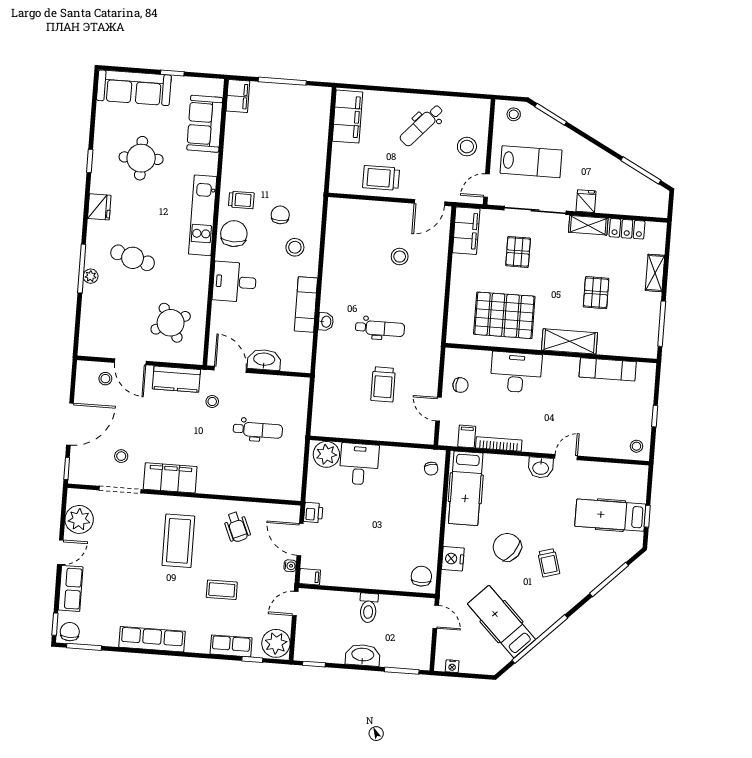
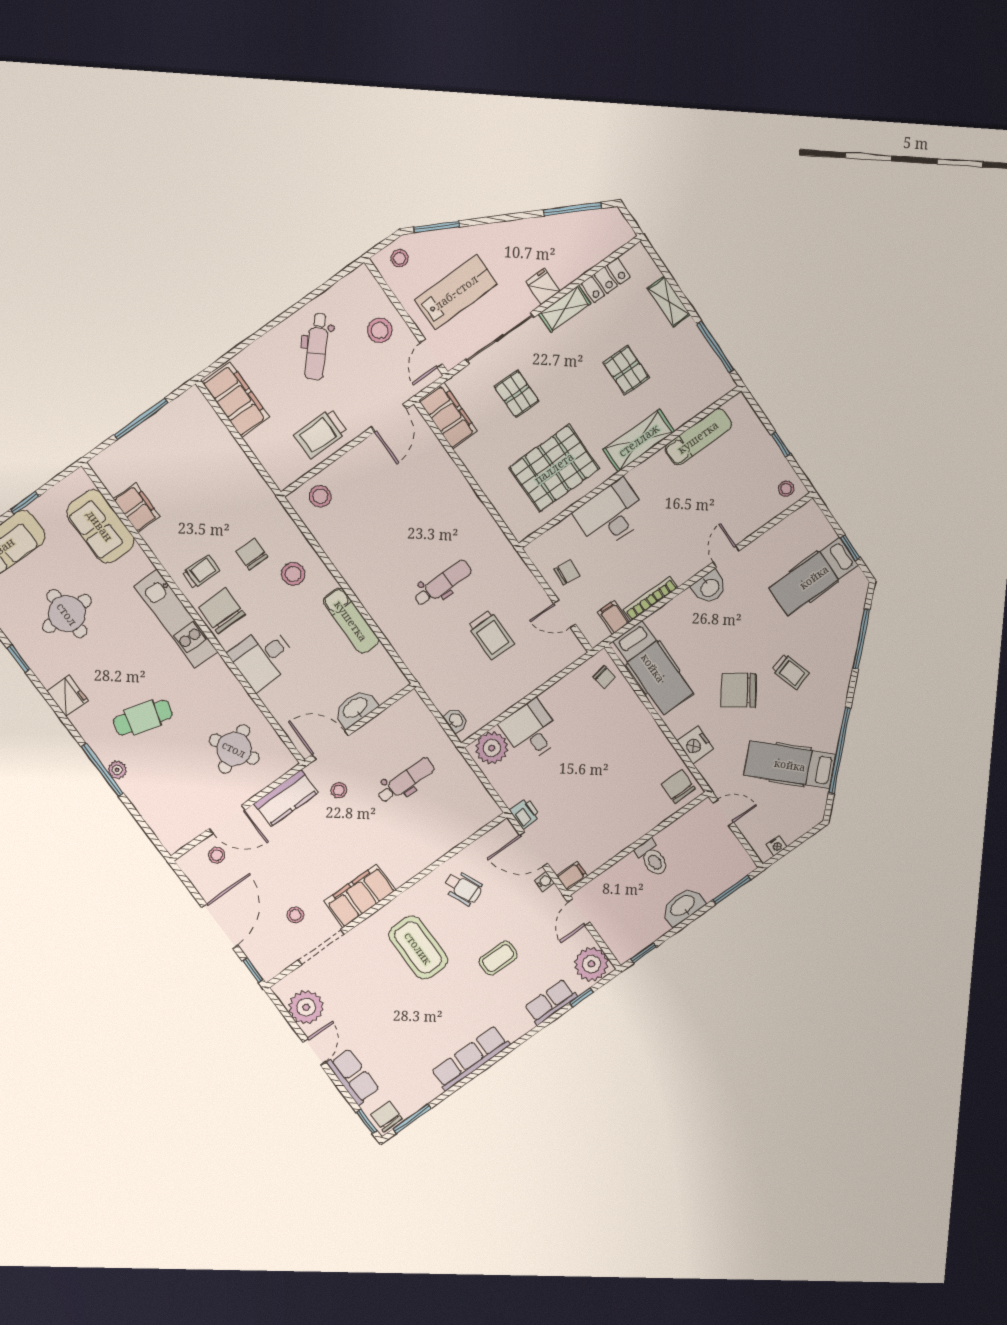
filing cabinet: (238, 96) -> (137, 508), moved
stool: (400, 257) -> (320, 496), moved
washbasin: (326, 322) -> (456, 720), moved

